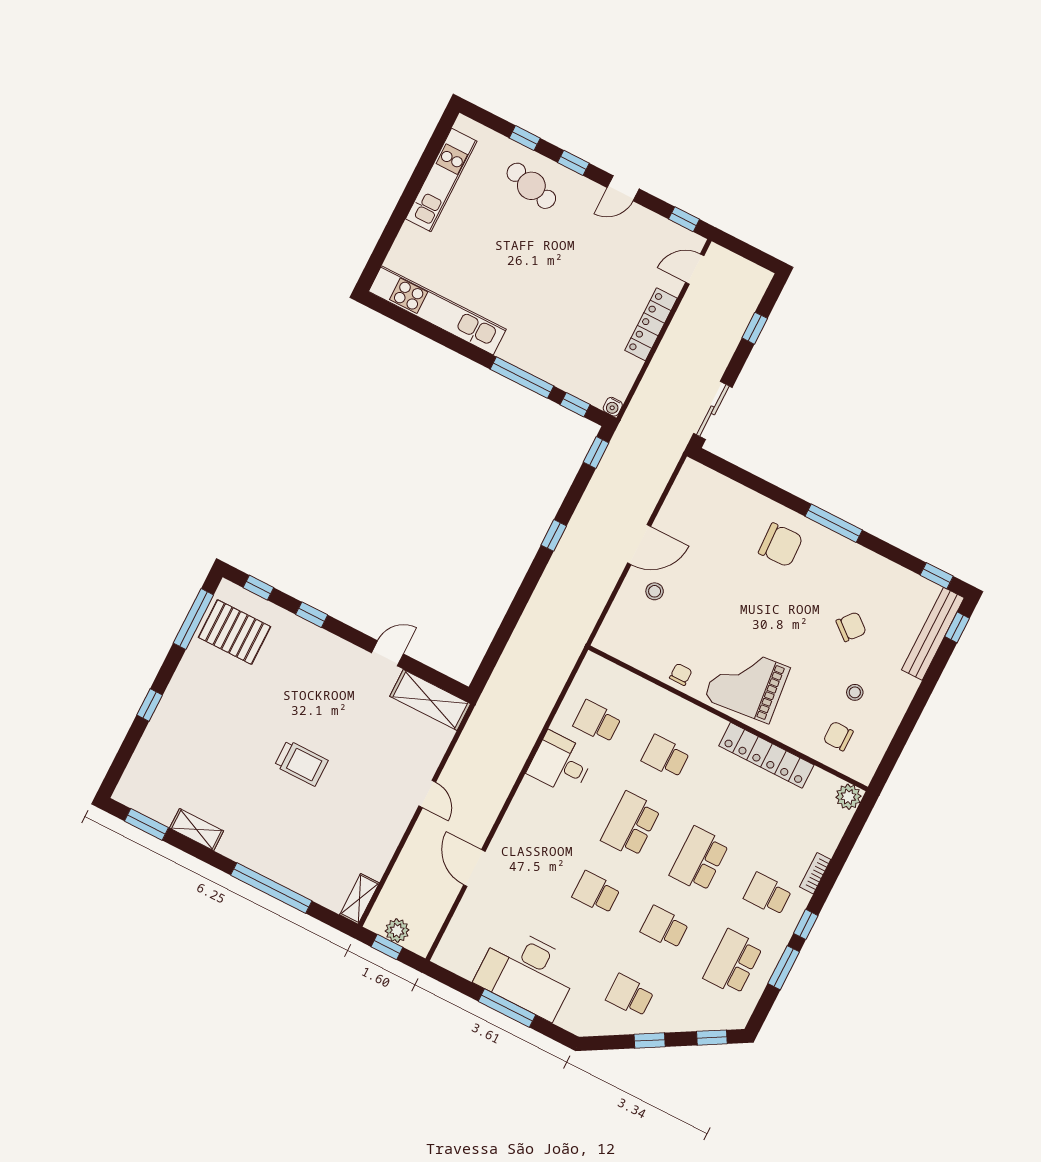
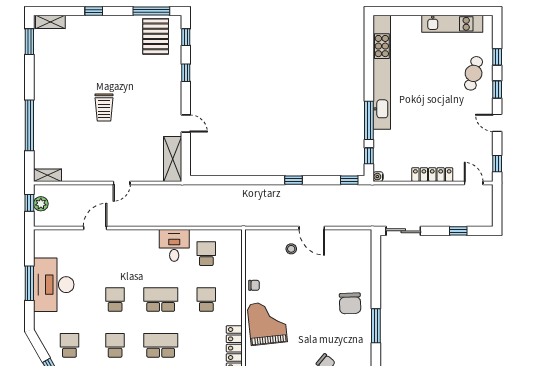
kitchen unit: (437, 310) -> (382, 72), width x1.36
shelving: (197, 829) -> (50, 22), moved, turned 90

